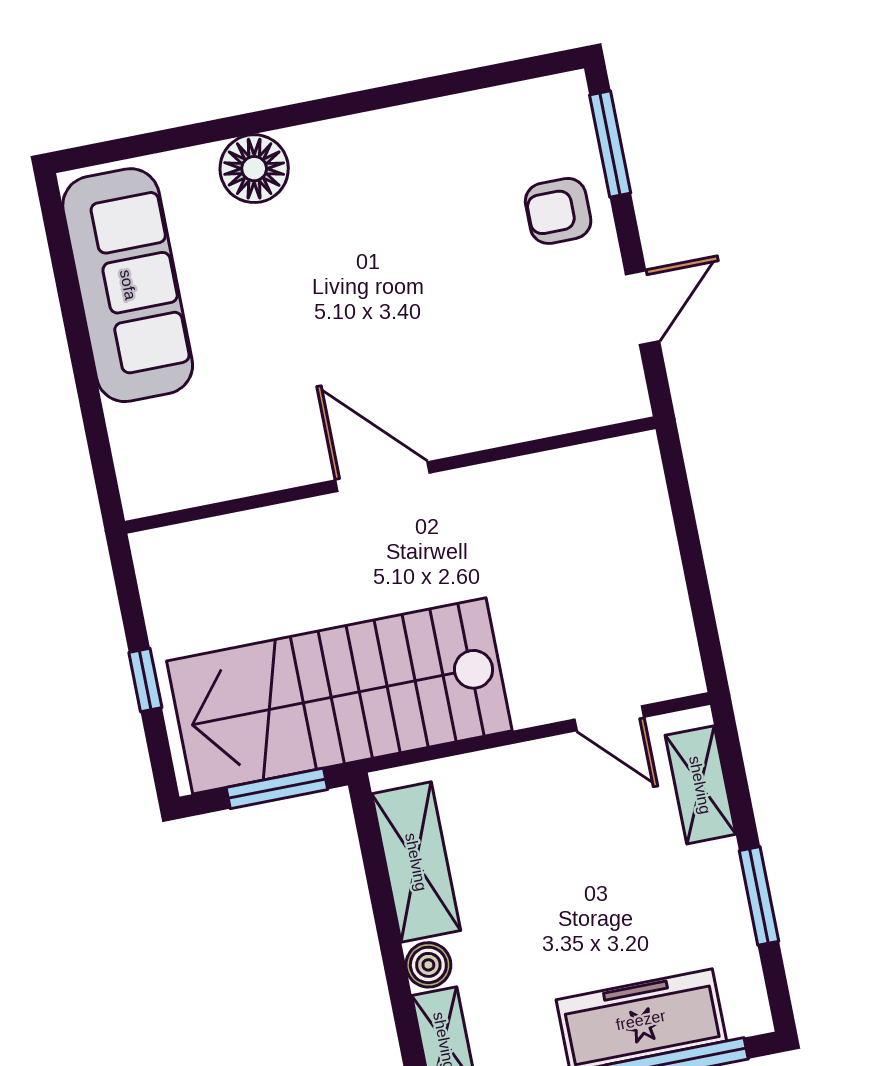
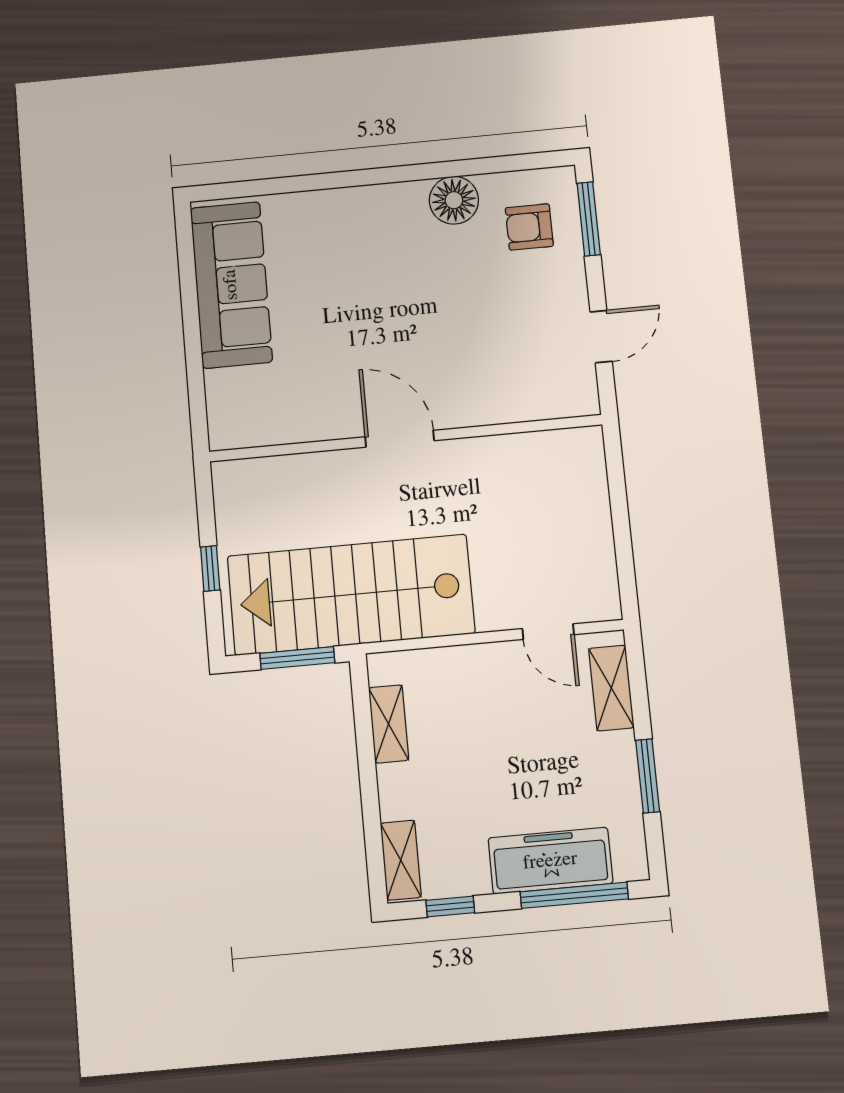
floor lamp: (254, 169) -> (454, 200), moved
armchair: (558, 211) -> (529, 227), moved
shelving: (416, 862) -> (389, 724), width x0.67, depth x0.75
boiler: (428, 965) -> (395, 801), removed

